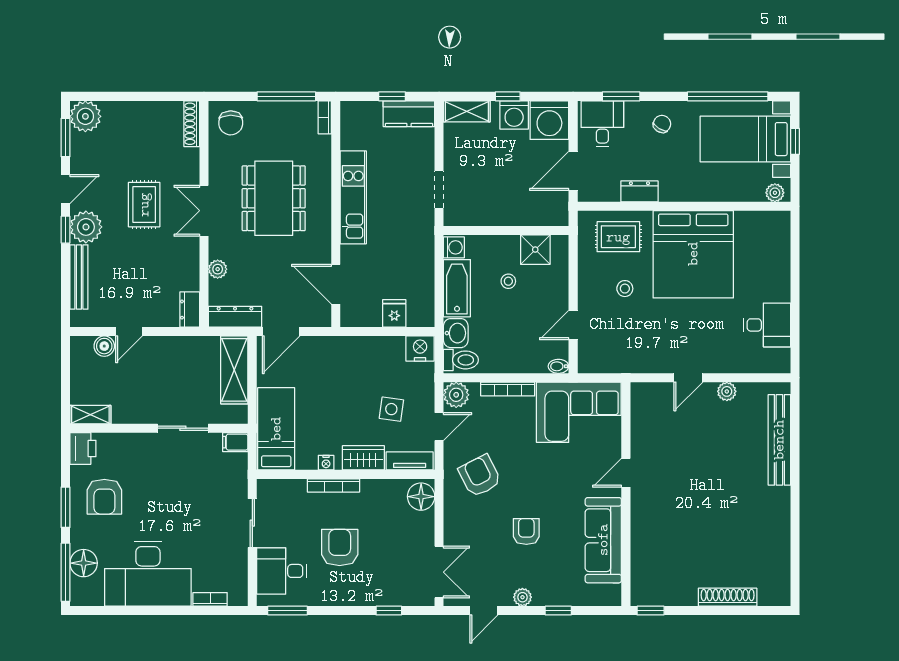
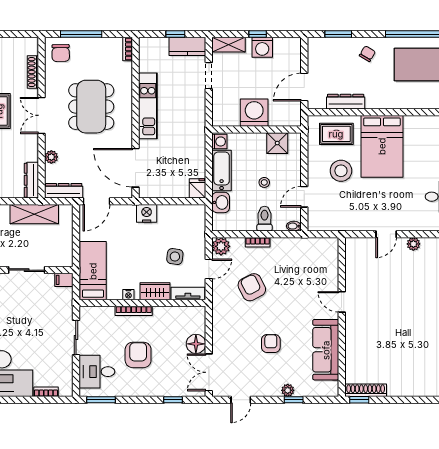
window: (286, 96) -> (81, 34), moved
washing machine: (549, 120) -> (254, 113), moved, turned 180
shoe rack: (192, 124) -> (33, 72), moved
desk: (602, 124) -> (325, 54), removed
doorway: (439, 190) -> (209, 76), moved
dresser: (639, 191) -> (346, 102), width x1.44
bed: (693, 254) -> (382, 146), width x0.73
stool: (508, 281) -> (264, 182), moved
door: (336, 284) -> (135, 168), width x1.36
stool: (625, 289) -> (341, 171), width x1.89, depth x1.89
dresser: (190, 310) -> (31, 180), width x1.44
fridge: (394, 313) -> (197, 188), moved
nightstand: (420, 349) -> (147, 213), moved
toilet: (461, 360) -> (265, 219), moved, turned -90
shelving: (234, 370) -> (34, 214), moved, turned 90
bookcase: (508, 389) -> (258, 242), width x0.64
corner sofa: (579, 412) -> (308, 259), removed
door: (626, 473) -> (342, 302), hinge flipped
armchair: (480, 476) -> (252, 287), moved
floor lamp: (421, 497) -> (196, 344), moved
double door: (439, 572) -> (209, 372), swing flipped
plant: (522, 597) -> (288, 390), moved
shoe rack: (728, 597) -> (366, 390), moved

